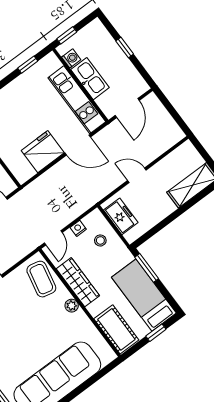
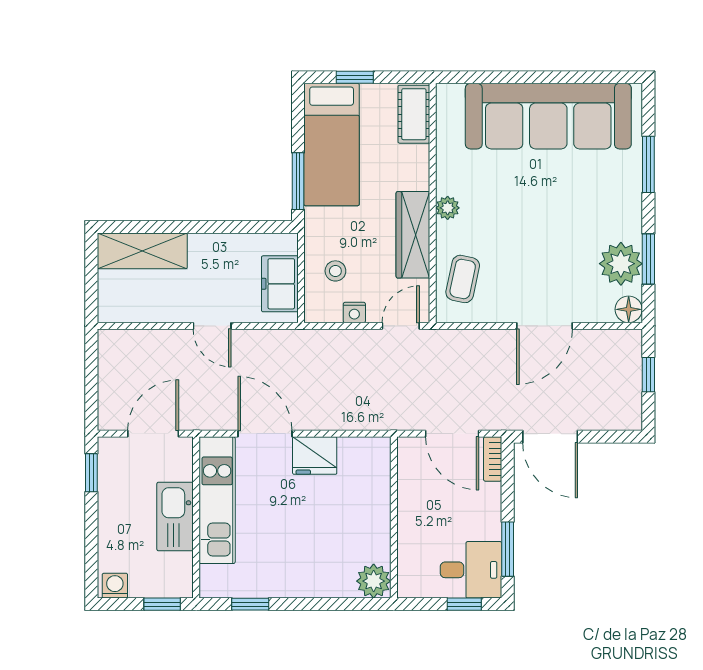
window: (125, 48) -> (91, 473), moved
washing machine: (71, 58) -> (115, 586), moved, turned 90
fridge: (43, 152) -> (315, 456), width x0.73, depth x0.75
coffee table: (41, 279) -> (463, 279), width x0.73, depth x0.77
cot: (116, 329) -> (414, 114), width x0.73, depth x0.75

